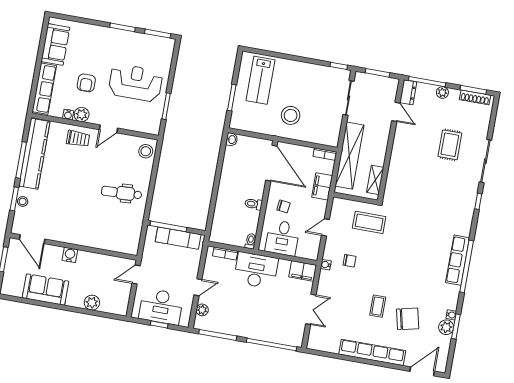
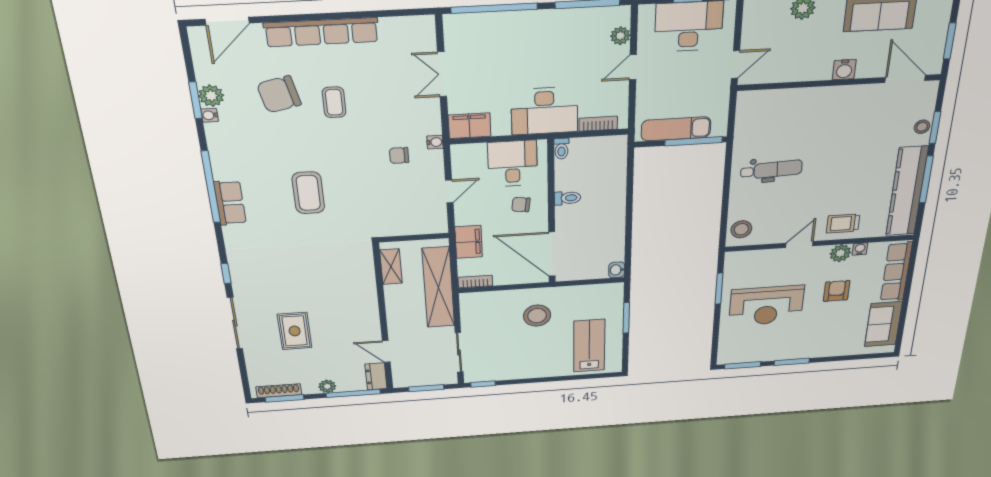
coffee table: (369, 222) -> (308, 193), moved, turned 90
row of seats: (458, 260) -> (230, 203), width x0.68

